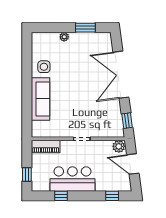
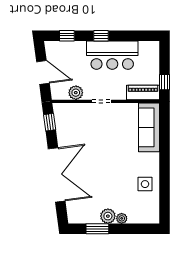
plant: (76, 39) -> (108, 216), added
sofa: (40, 99) -> (149, 127), moved
plant: (119, 146) -> (76, 93), moved
window: (27, 174) -> (165, 82), moved
window: (61, 196) -> (101, 36), moved

